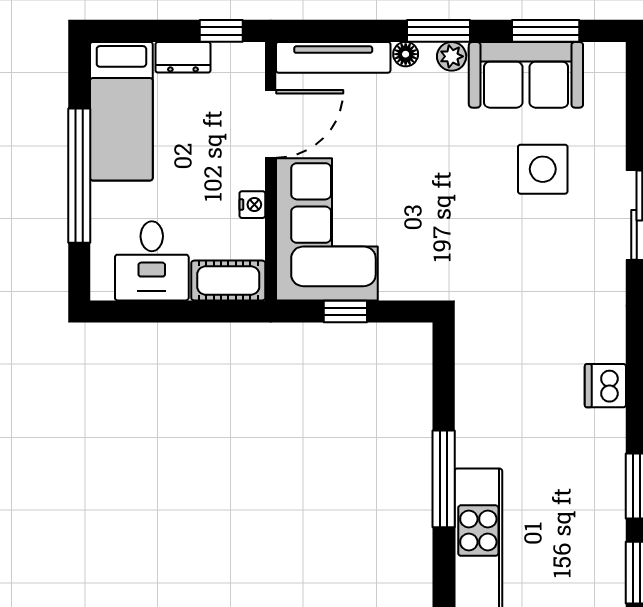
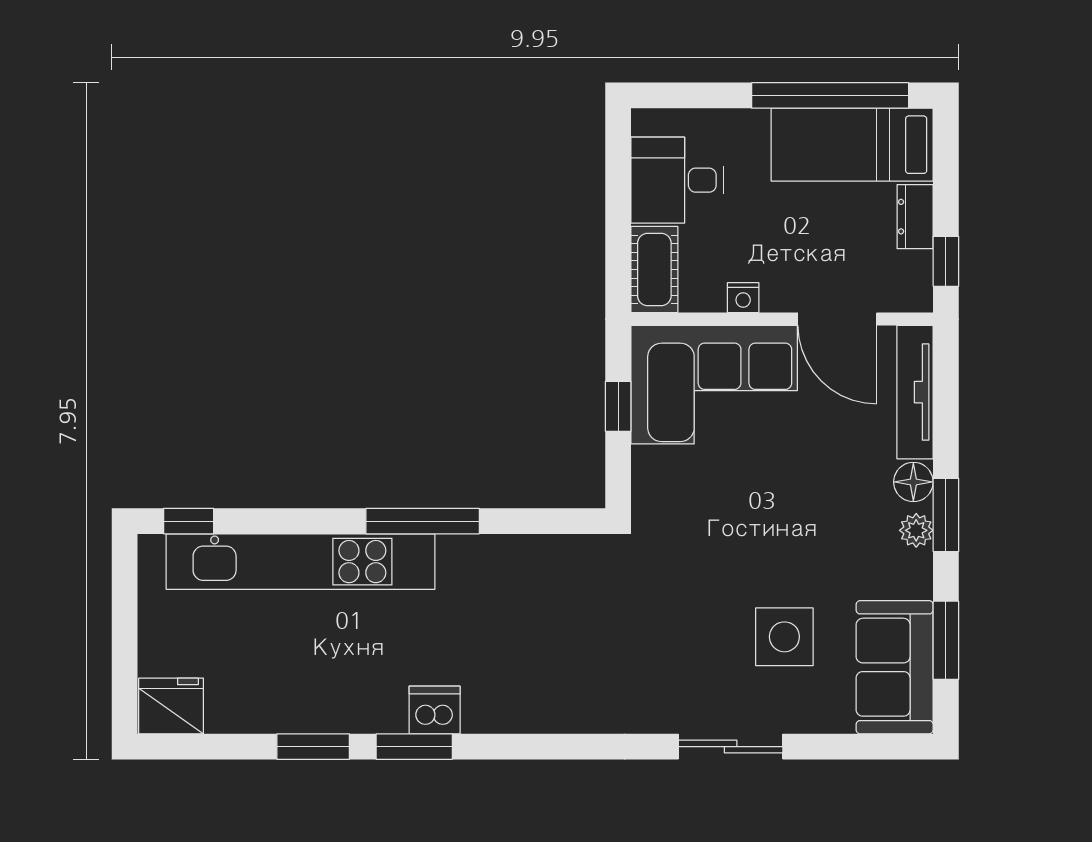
floor lamp: (406, 54) -> (913, 482), width x1.37, depth x1.37
sofa: (526, 75) -> (895, 667), moved
window: (79, 176) -> (830, 95), moved
dishwasher: (605, 386) -> (435, 710), moved

